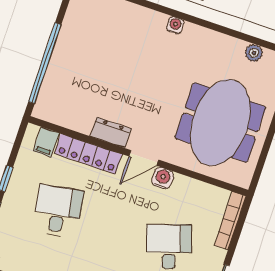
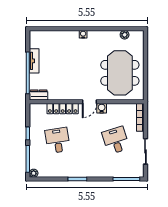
tv unit: (65, 44) -> (34, 61), added
dresser: (111, 133) -> (39, 95), moved
filing cabinet: (46, 142) -> (41, 110), removed

